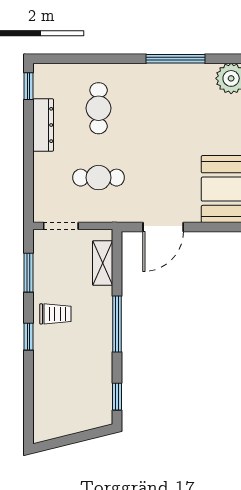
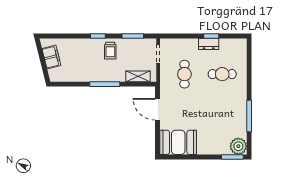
window: (29, 86) -> (211, 36), moved
dresser: (43, 125) -> (209, 44), width x0.70
window: (117, 397) -> (65, 84), removed
filing cabinet: (67, 422) -> (51, 57), added

